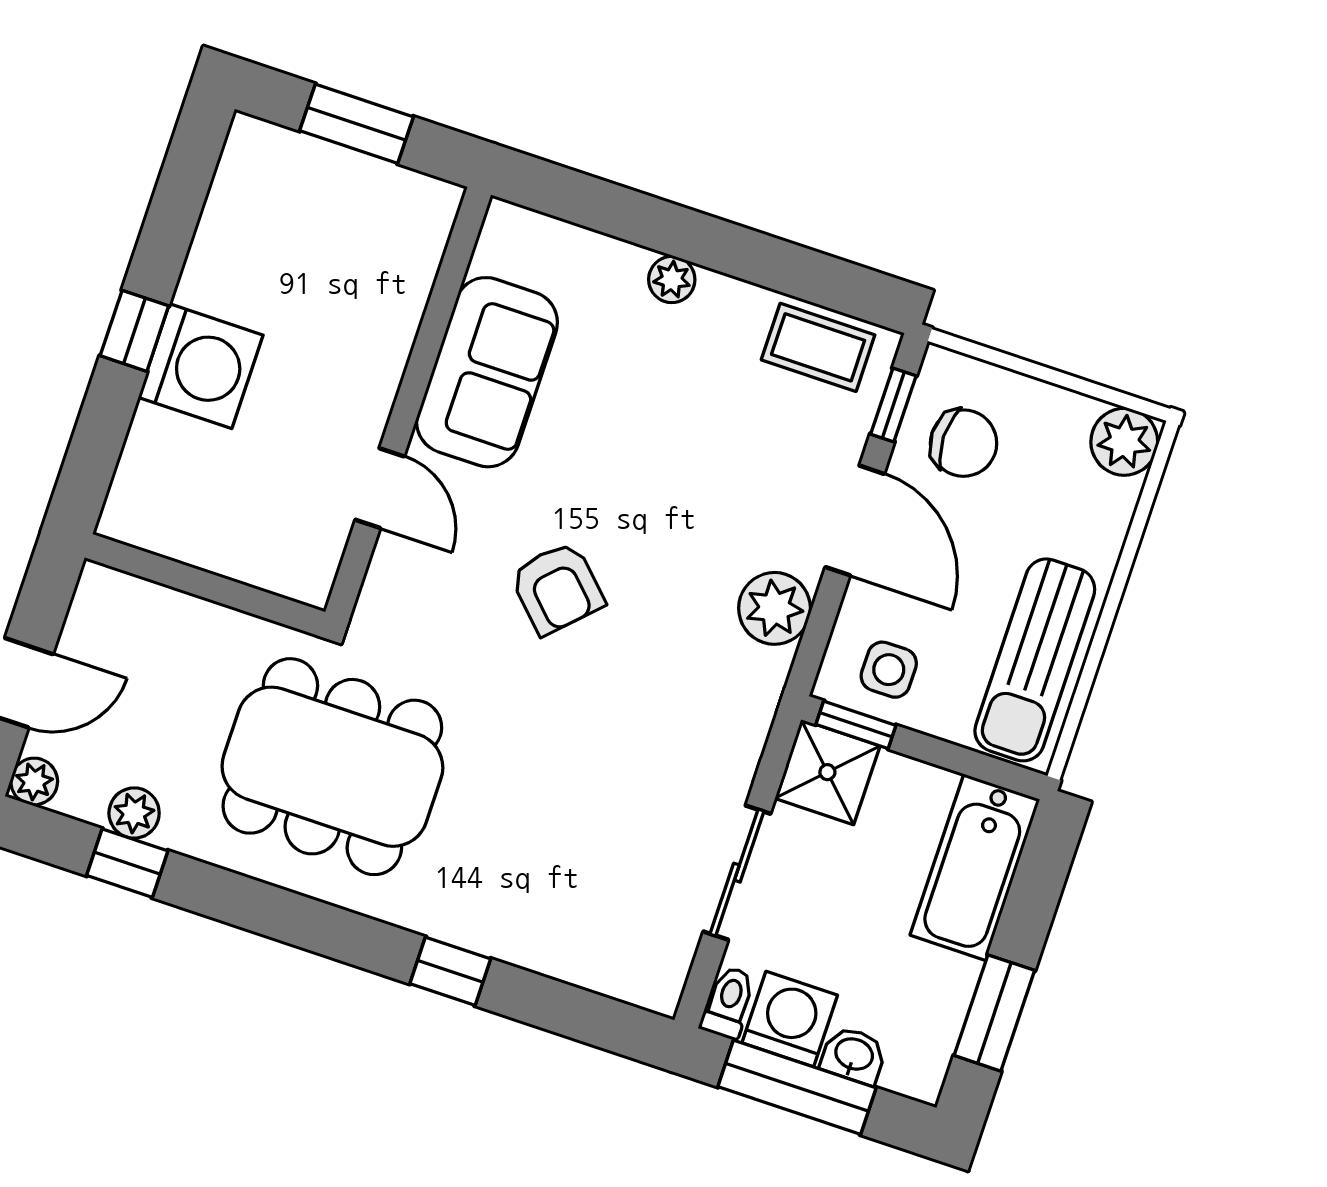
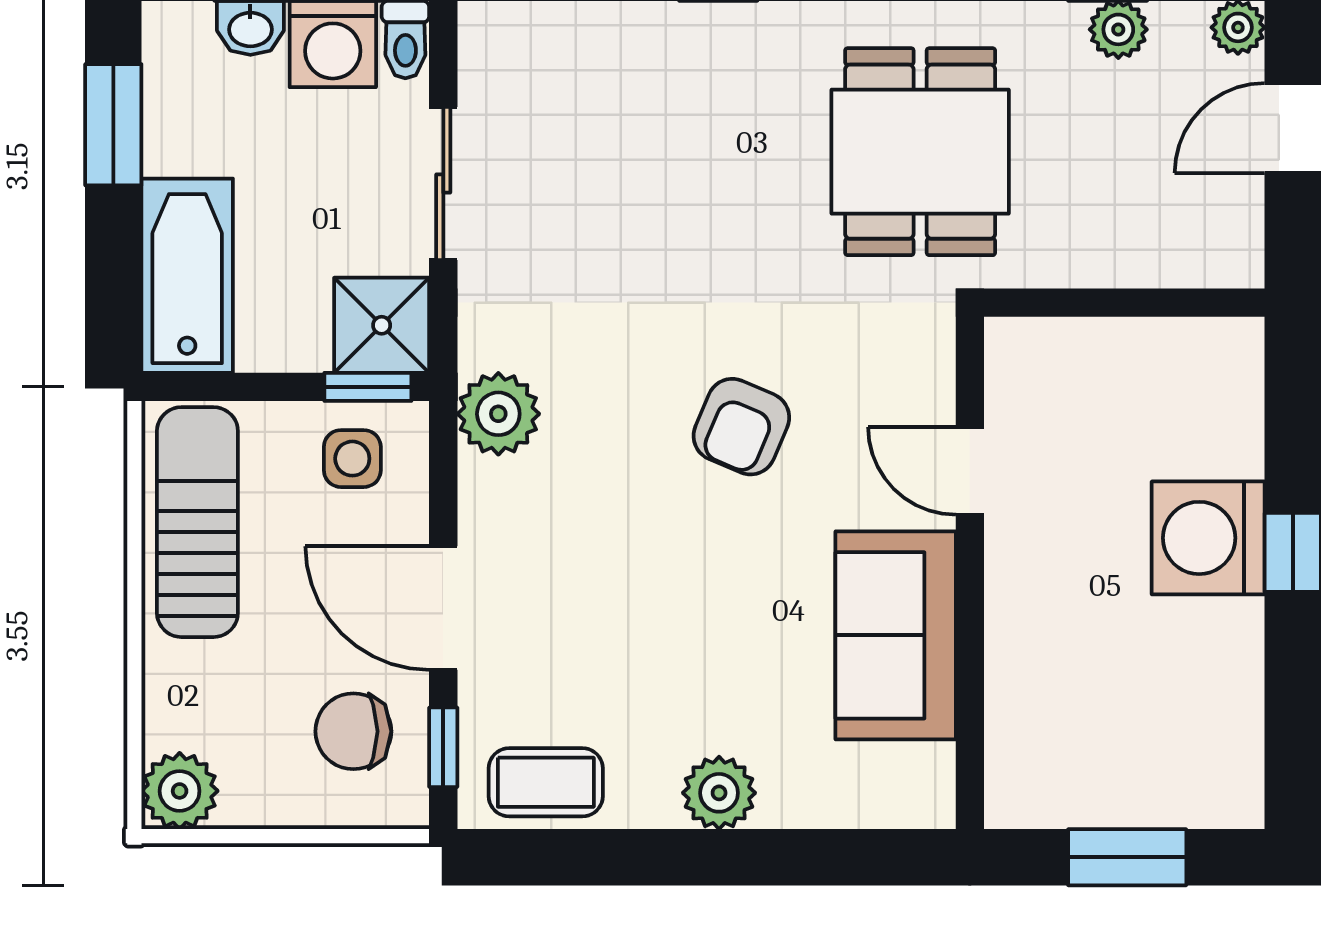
plant: (672, 280) -> (719, 793), width x1.38, depth x1.38
armchair: (557, 588) -> (741, 427), turned -112
plant: (775, 608) -> (498, 414), moved
dining table: (332, 767) -> (920, 152), width x0.73

